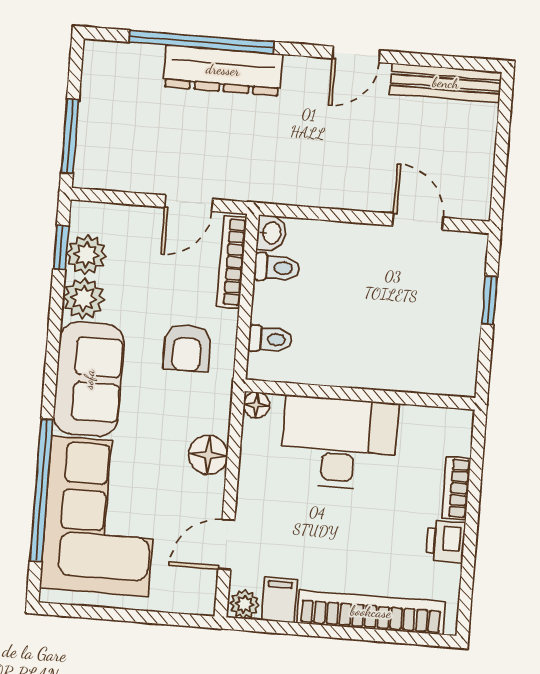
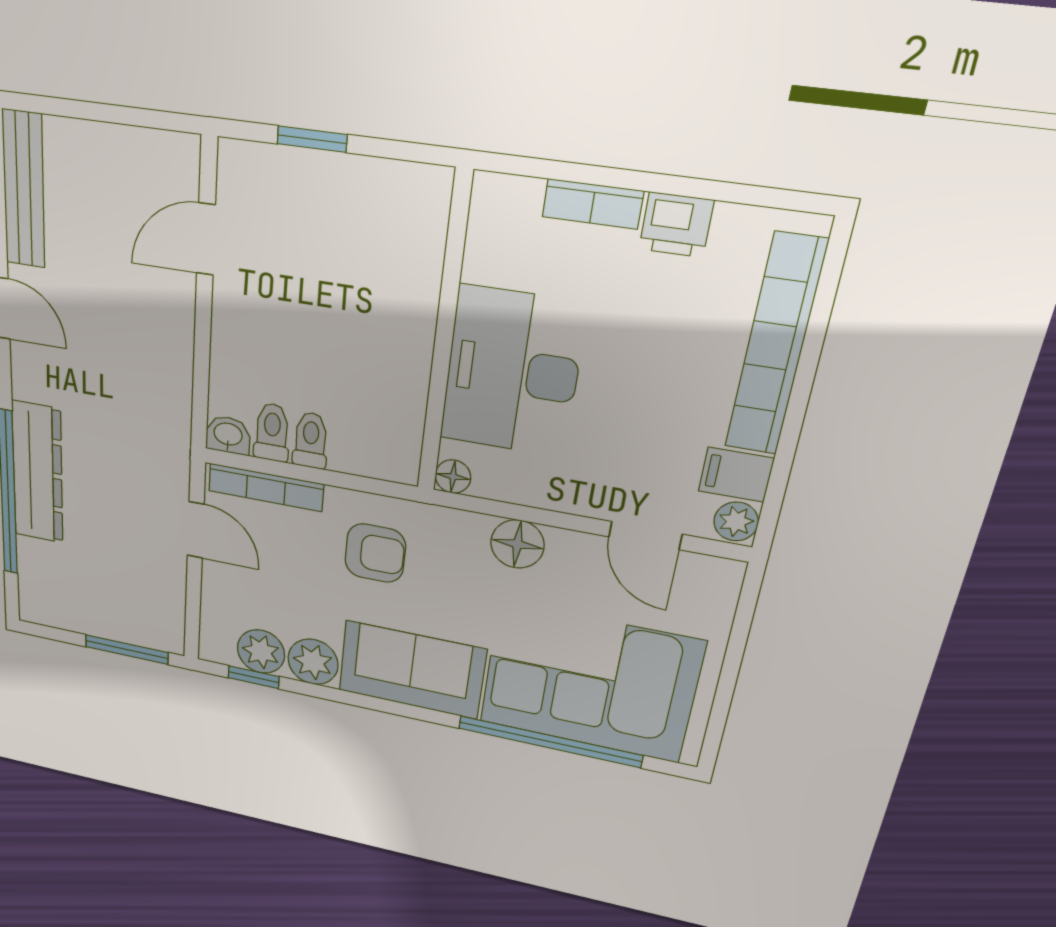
toilet: (270, 339) -> (311, 440), moved

